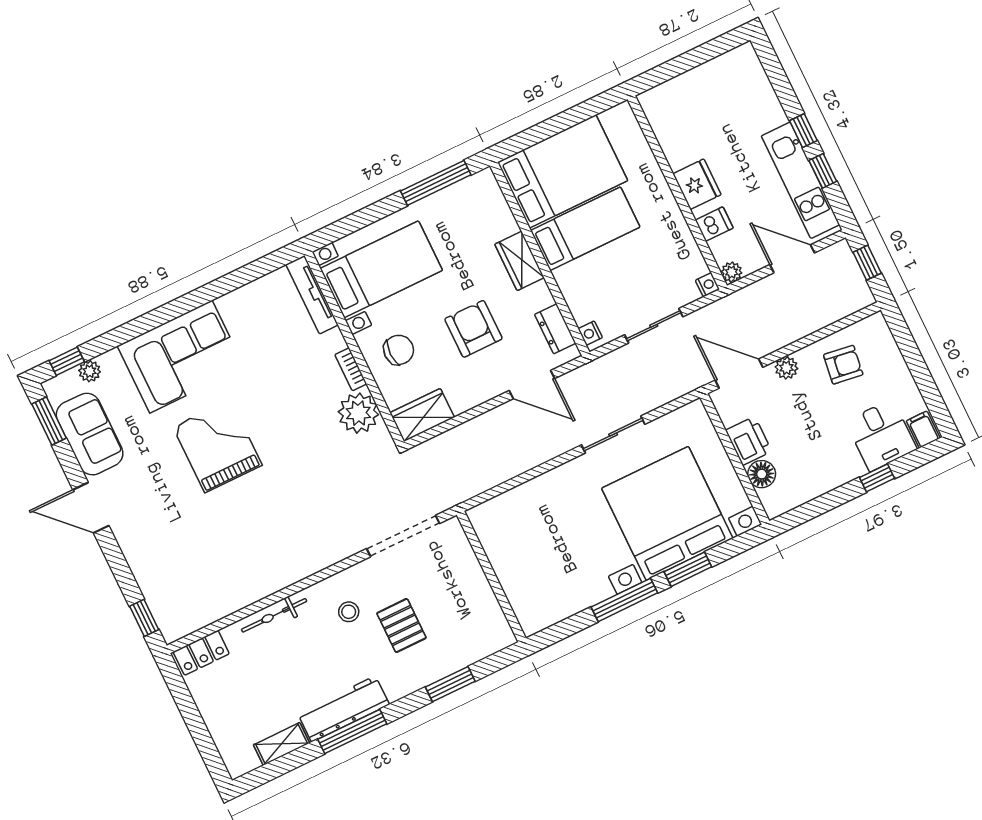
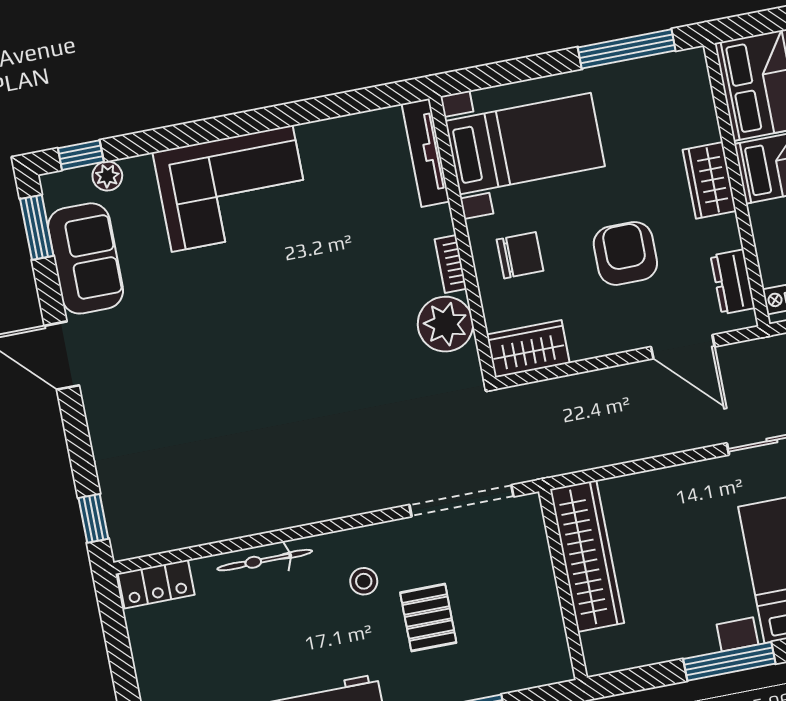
grand piano: (218, 446) -> (249, 319), removed
wardrobe: (503, 552) -> (587, 556), added

